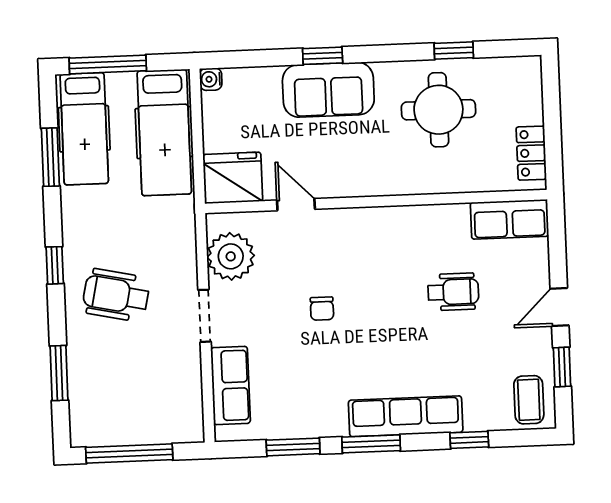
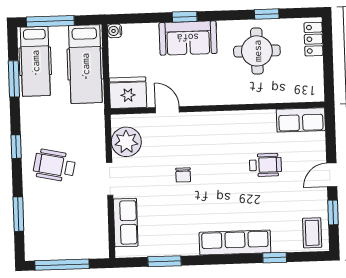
locker: (531, 153) -> (313, 39), moved
window: (371, 444) -> (213, 260), removed

